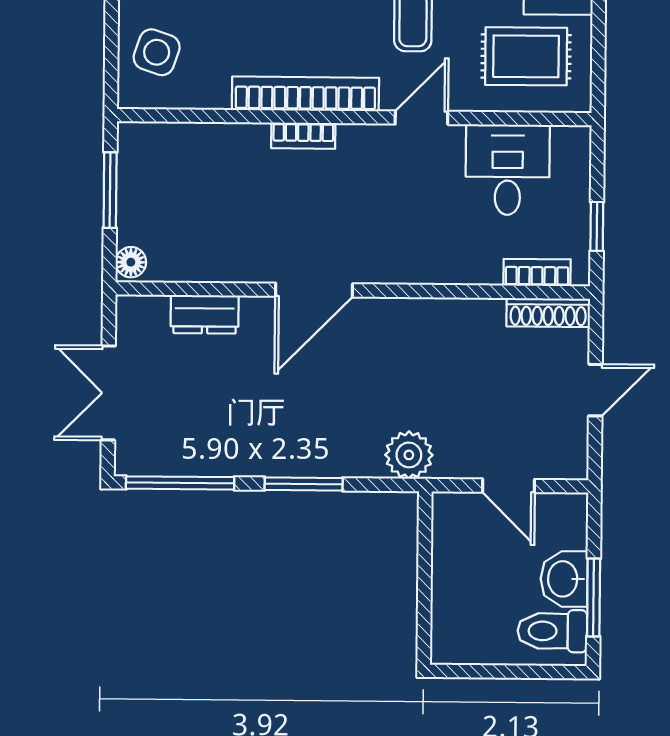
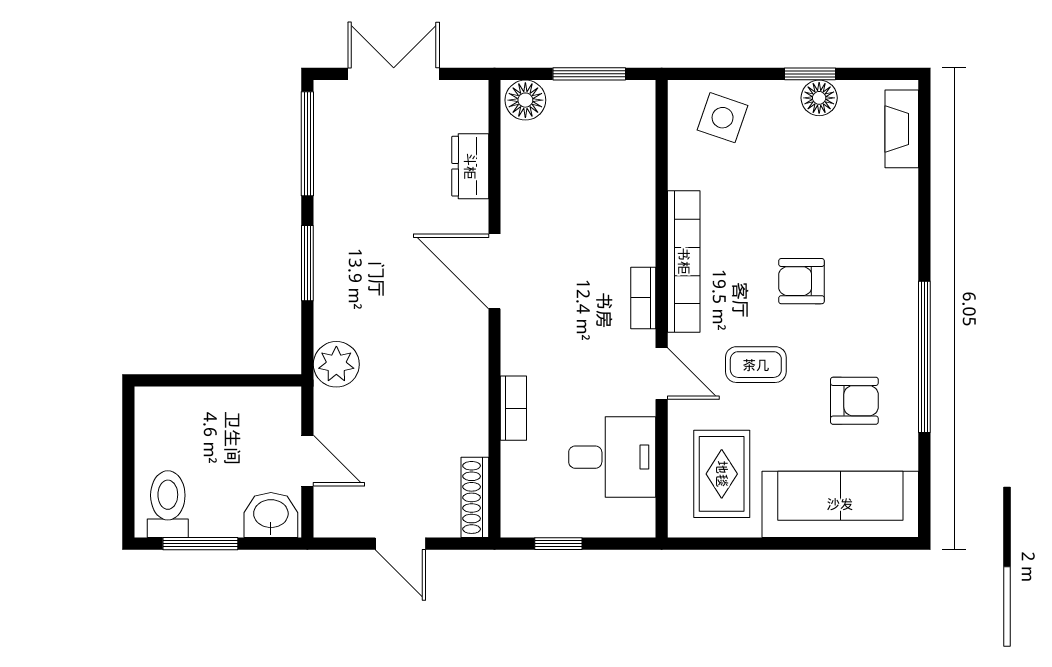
bookcase: (303, 136) -> (643, 298), moved
floor lamp: (131, 262) -> (525, 100), width x1.37, depth x1.37
bookcase: (537, 272) -> (513, 408), moved
door: (508, 486) -> (307, 461), swing flipped
washbasin: (564, 579) -> (271, 515), moved

